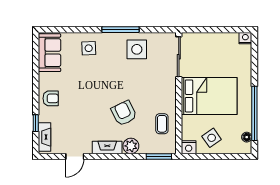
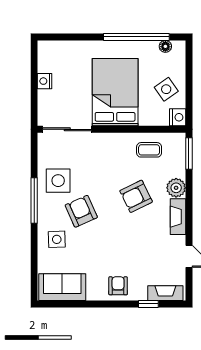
nightstand: (245, 38) -> (44, 81), moved
armchair: (112, 68) -> (81, 211), added

